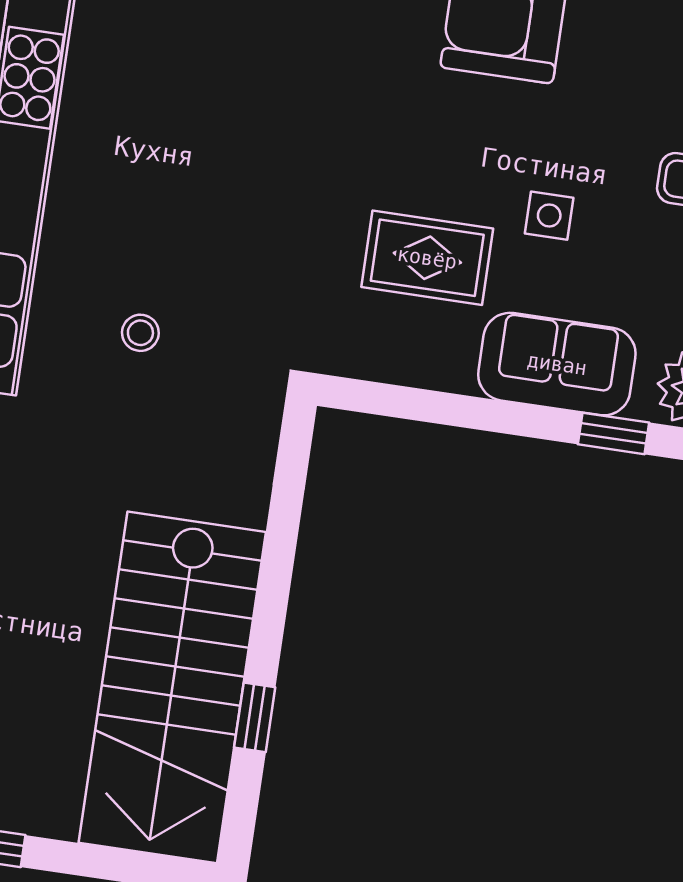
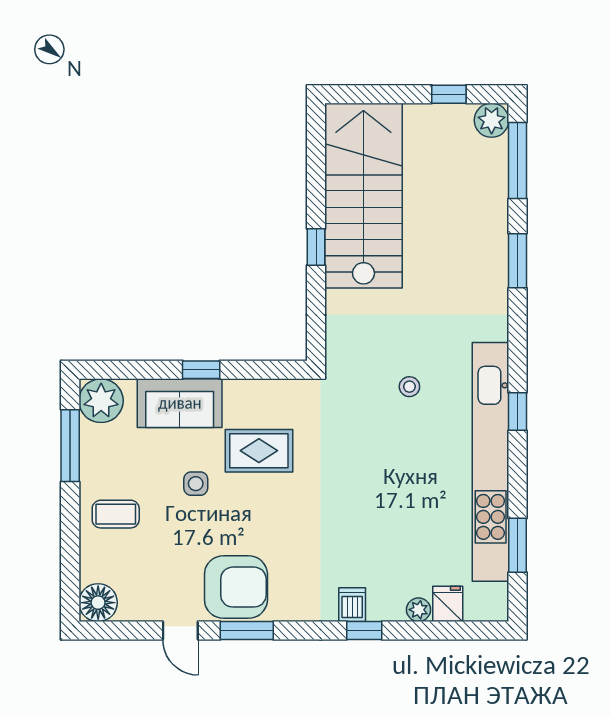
window: (614, 433) -> (201, 370), moved
window: (255, 717) -> (316, 247), moved

